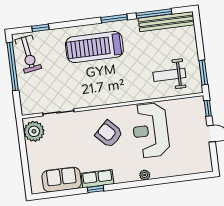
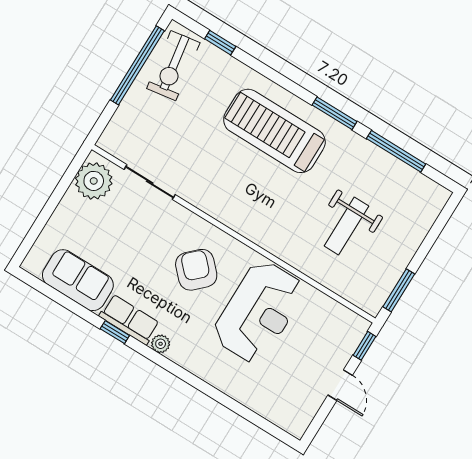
bench: (166, 22) -> (405, 177), removed
weight bench: (169, 75) -> (346, 226), moved, turned -90
reception desk: (150, 130) -> (259, 312), turned 180
plant: (145, 175) -> (161, 344), moved

